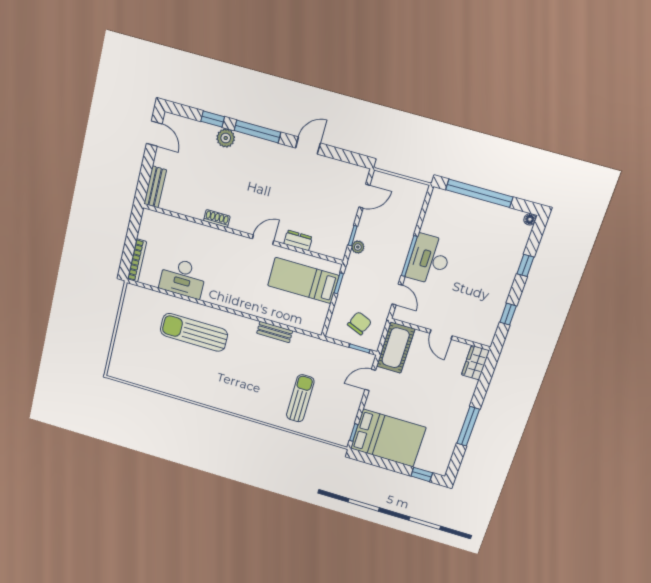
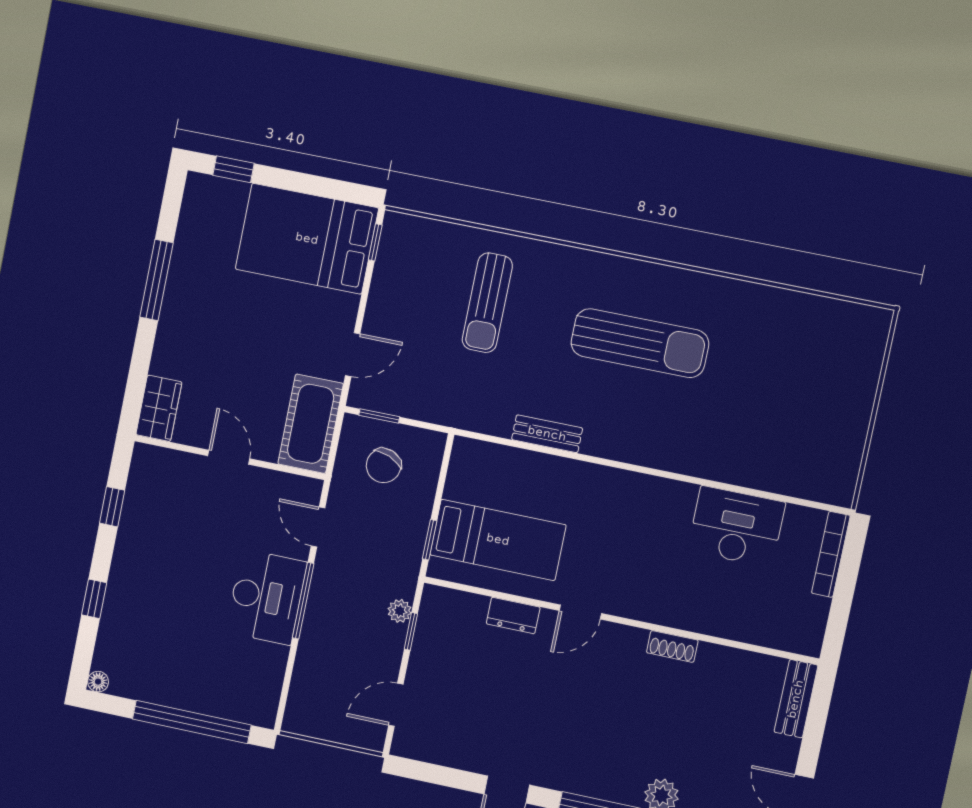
sun lounger: (194, 332) -> (640, 343), moved

